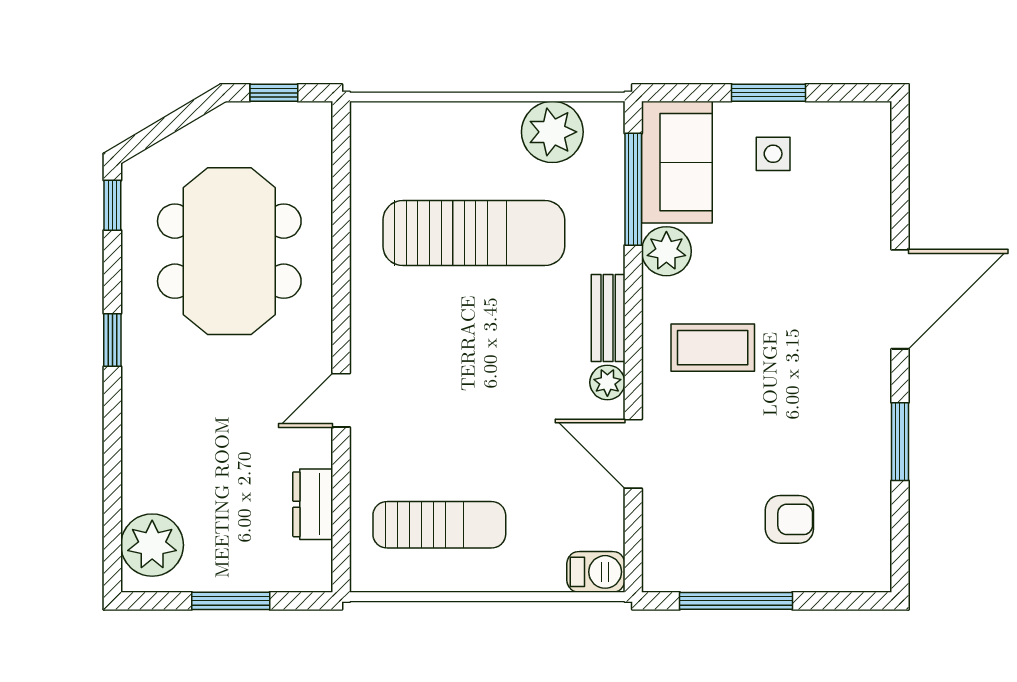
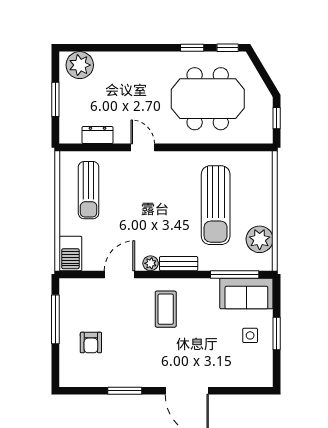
plant: (666, 251) -> (208, 289), removed
window: (112, 340) -> (192, 48), moved
barbecue: (596, 572) -> (70, 254), width x1.38, depth x1.27

